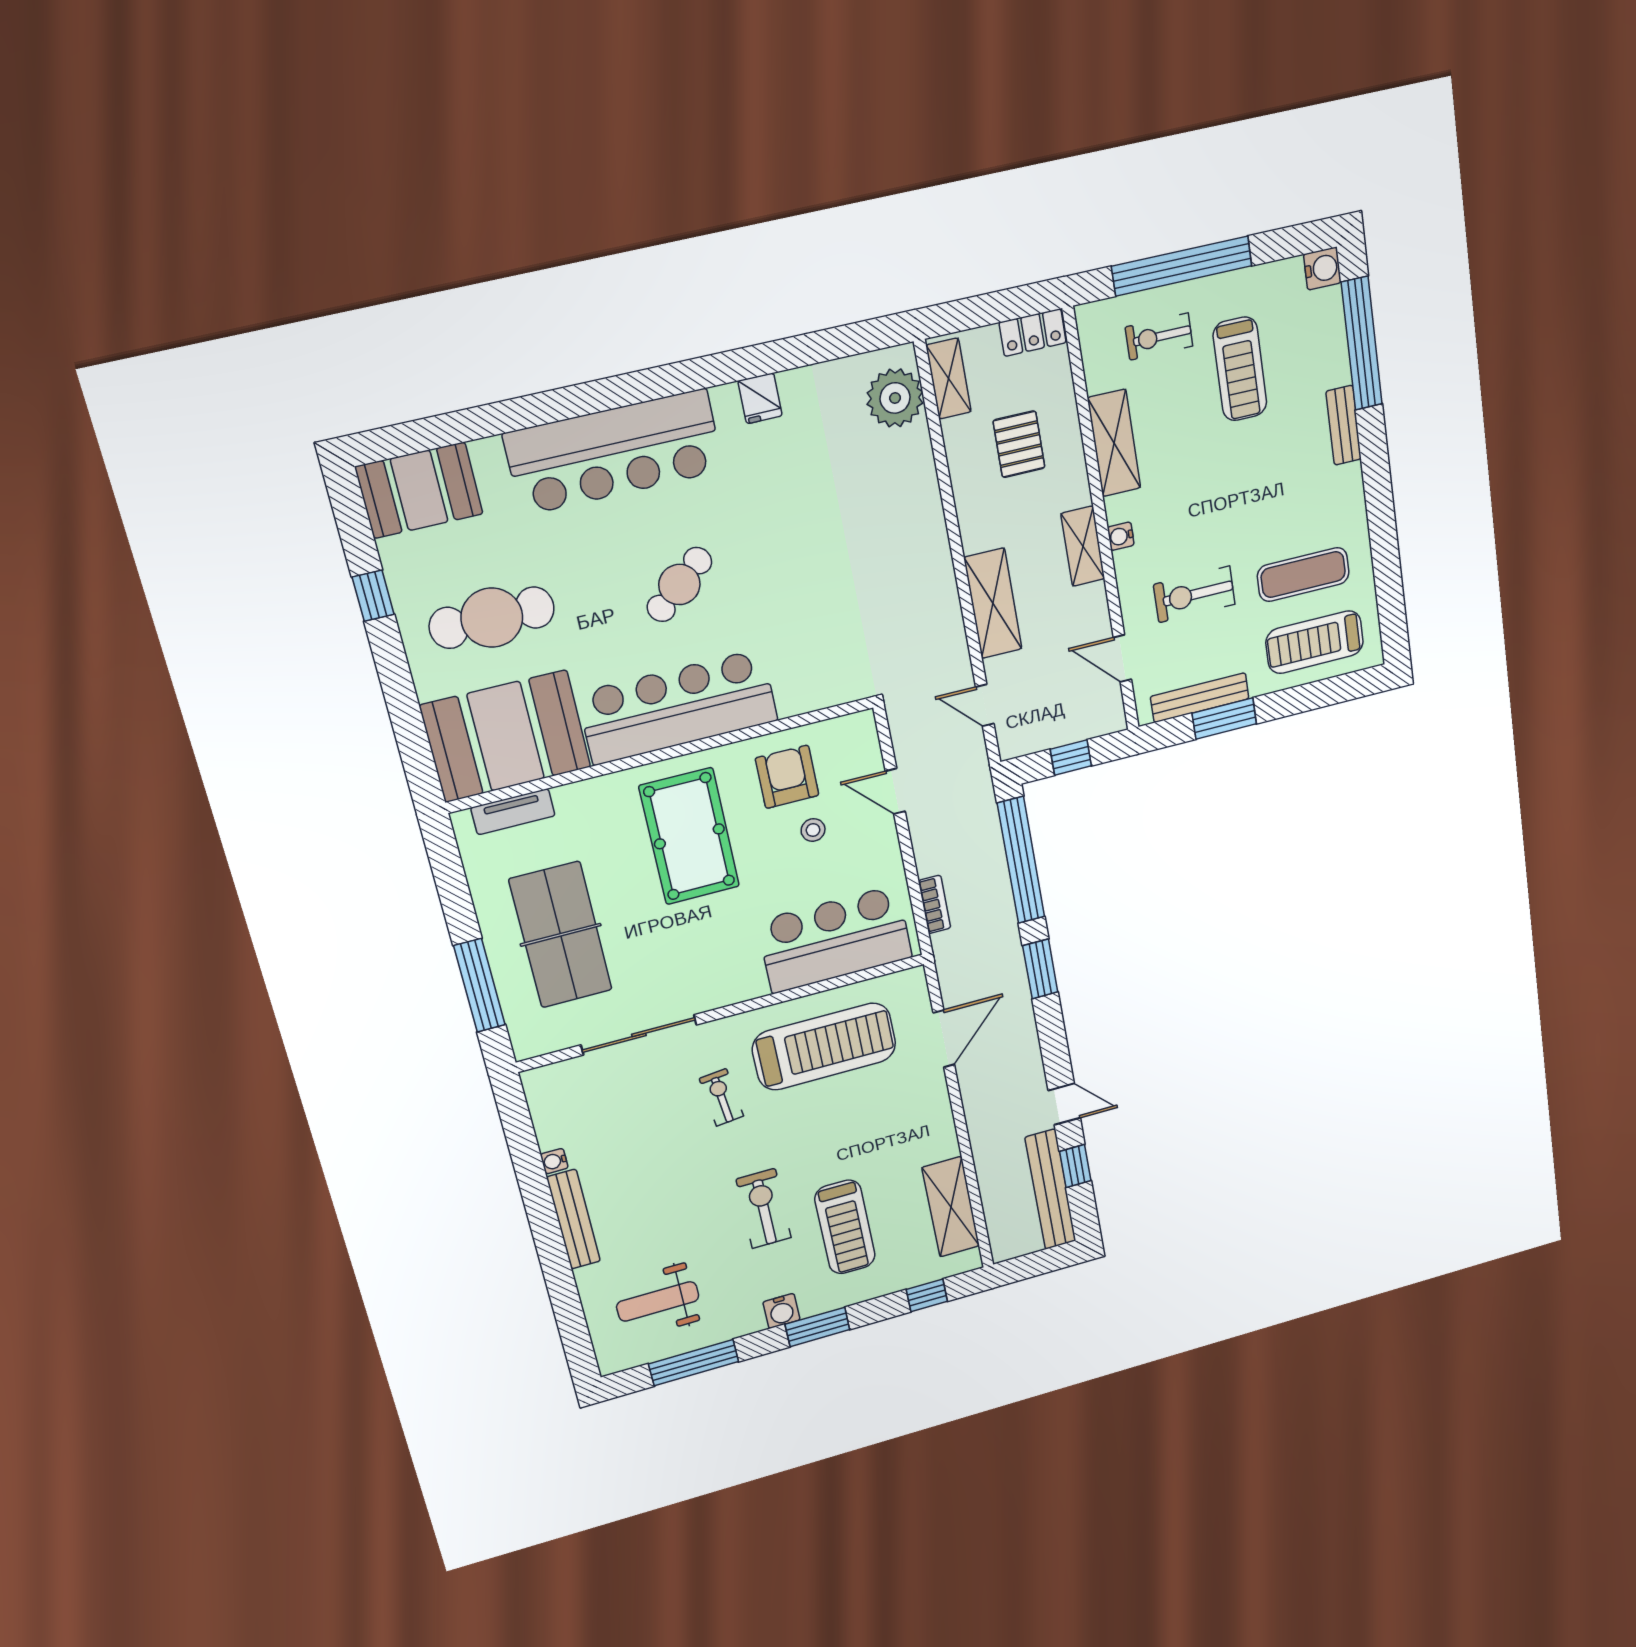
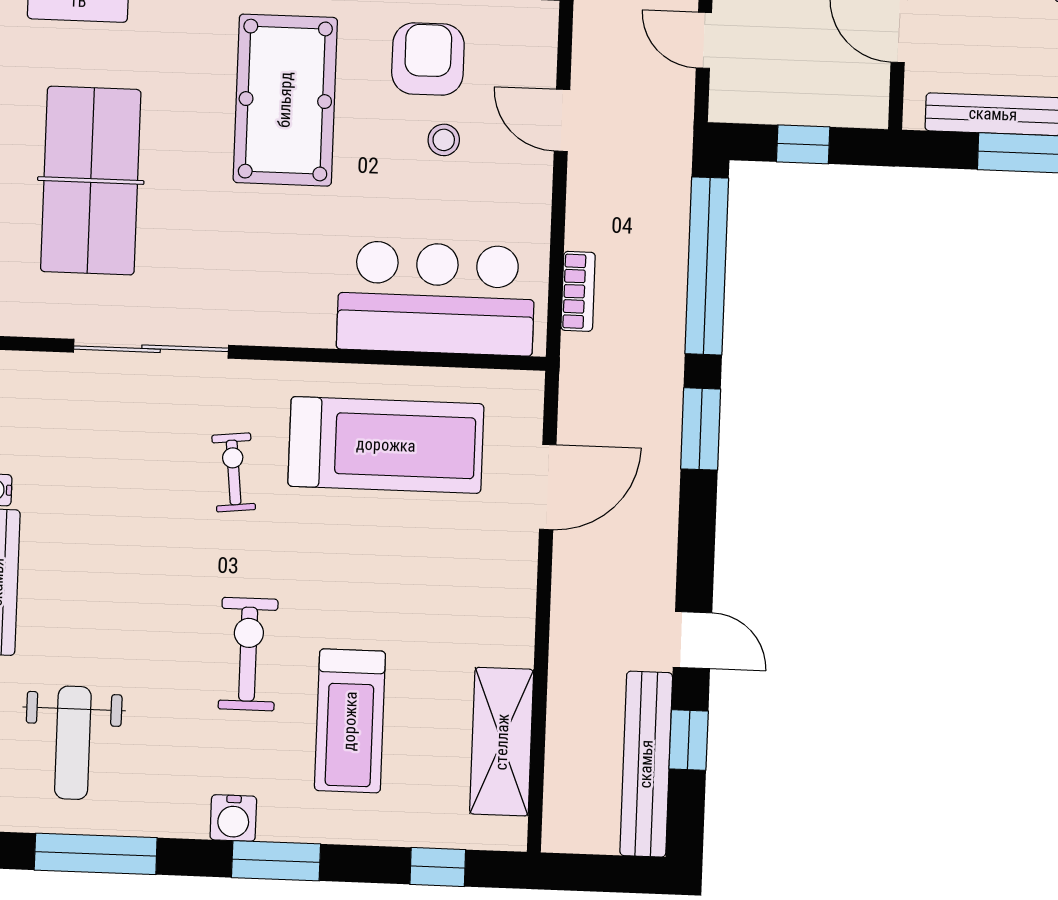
weight bench: (658, 1301) -> (73, 743), turned -90

